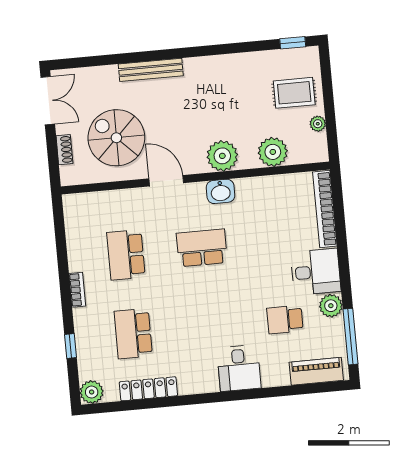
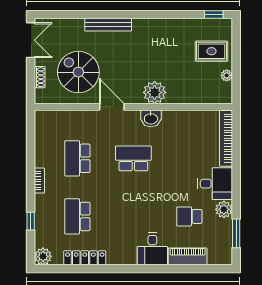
plant: (273, 152) -> (192, 93), removed
window: (350, 337) -> (236, 233), width x0.69
piano: (316, 371) -> (188, 256), moved

